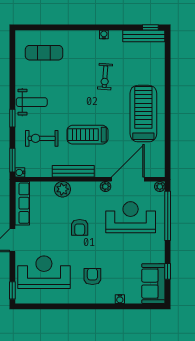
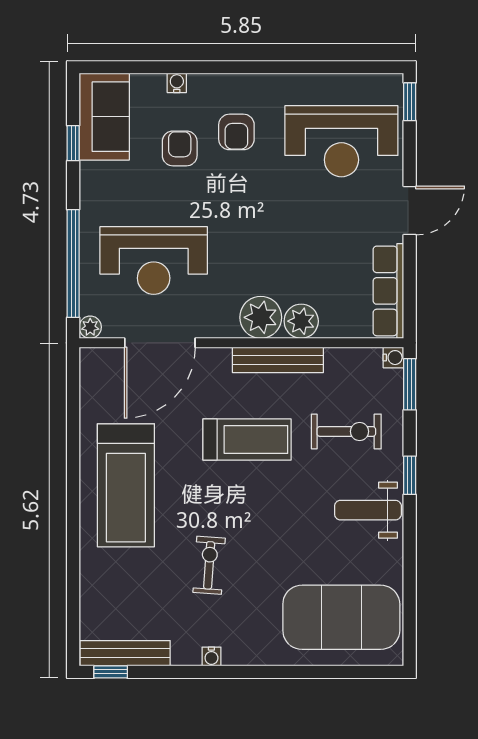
exercise mat: (44, 53) -> (341, 617), width x2.00, depth x1.45
plant: (105, 186) -> (261, 317), moved, width x1.88, depth x1.88
armchair: (80, 227) -> (180, 148), moved

